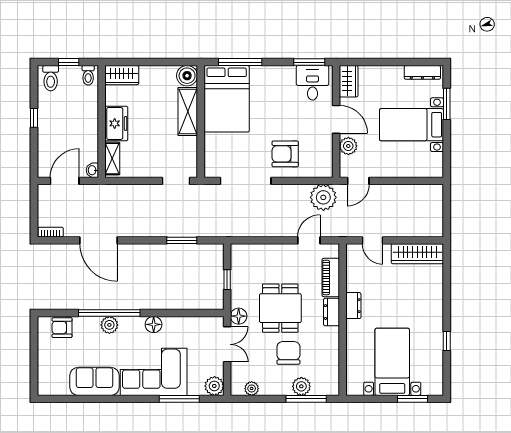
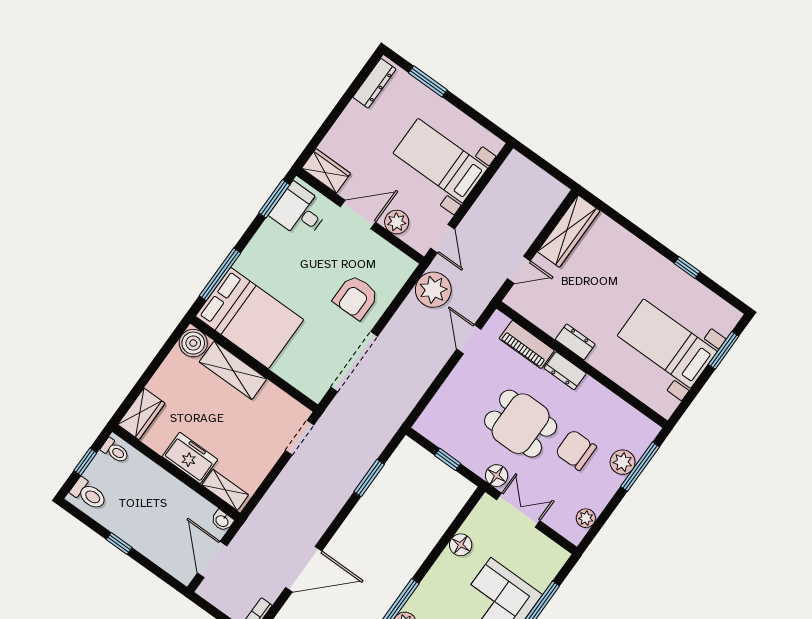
bed with nightstands: (411, 125) -> (440, 161), moved, turned 90
floor lamp: (154, 324) -> (461, 545), moved
plant: (214, 386) -> (554, 557), removed

